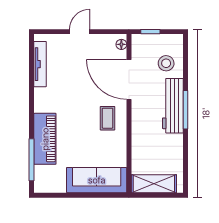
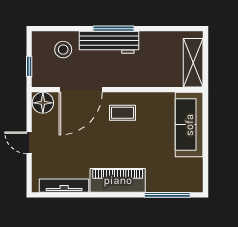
floor lamp: (121, 44) -> (43, 103), width x1.89, depth x1.89
piano: (45, 139) -> (118, 180), moved

